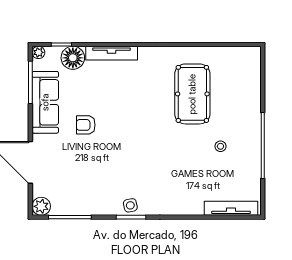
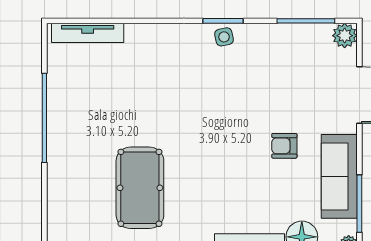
armchair: (86, 125) -> (284, 146), turned 180
stool: (220, 146) -> (102, 117), removed

